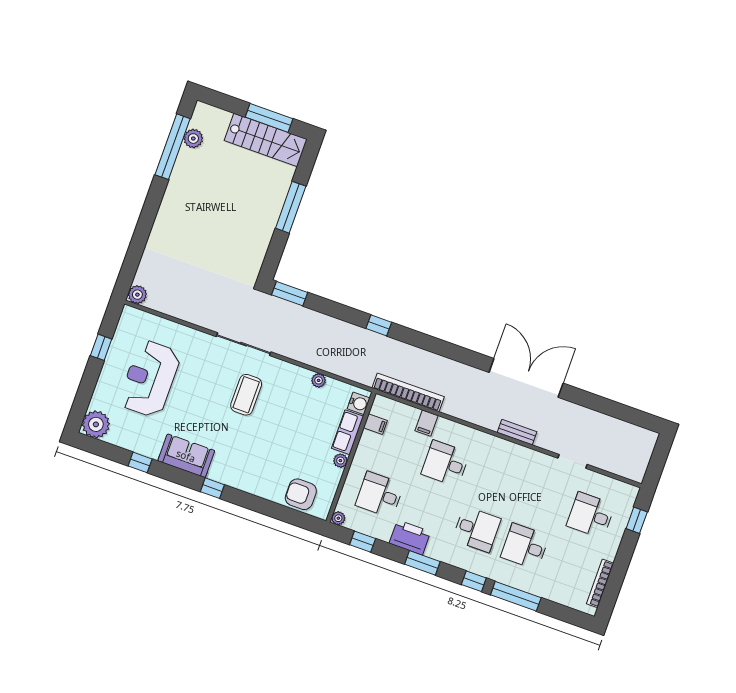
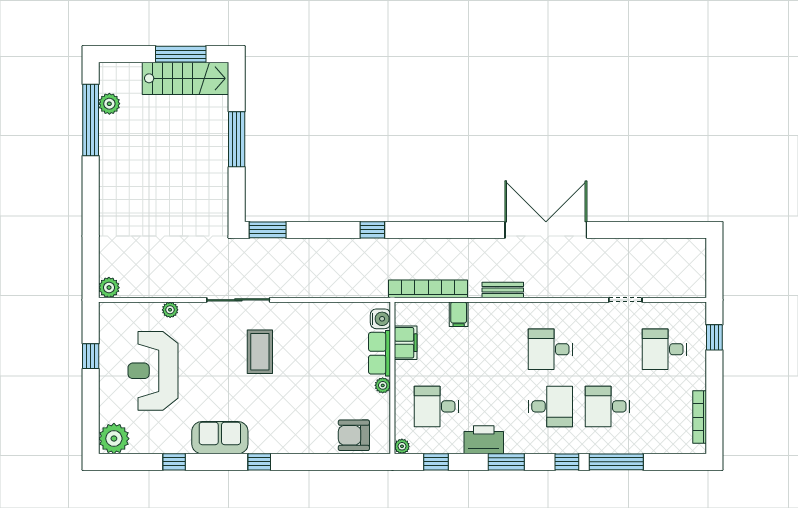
plant: (319, 380) -> (170, 310), moved
filing cabinet: (375, 424) -> (406, 343), width x2.00
bench: (517, 432) -> (503, 290), moved
desk: (445, 463) -> (550, 349), moved

